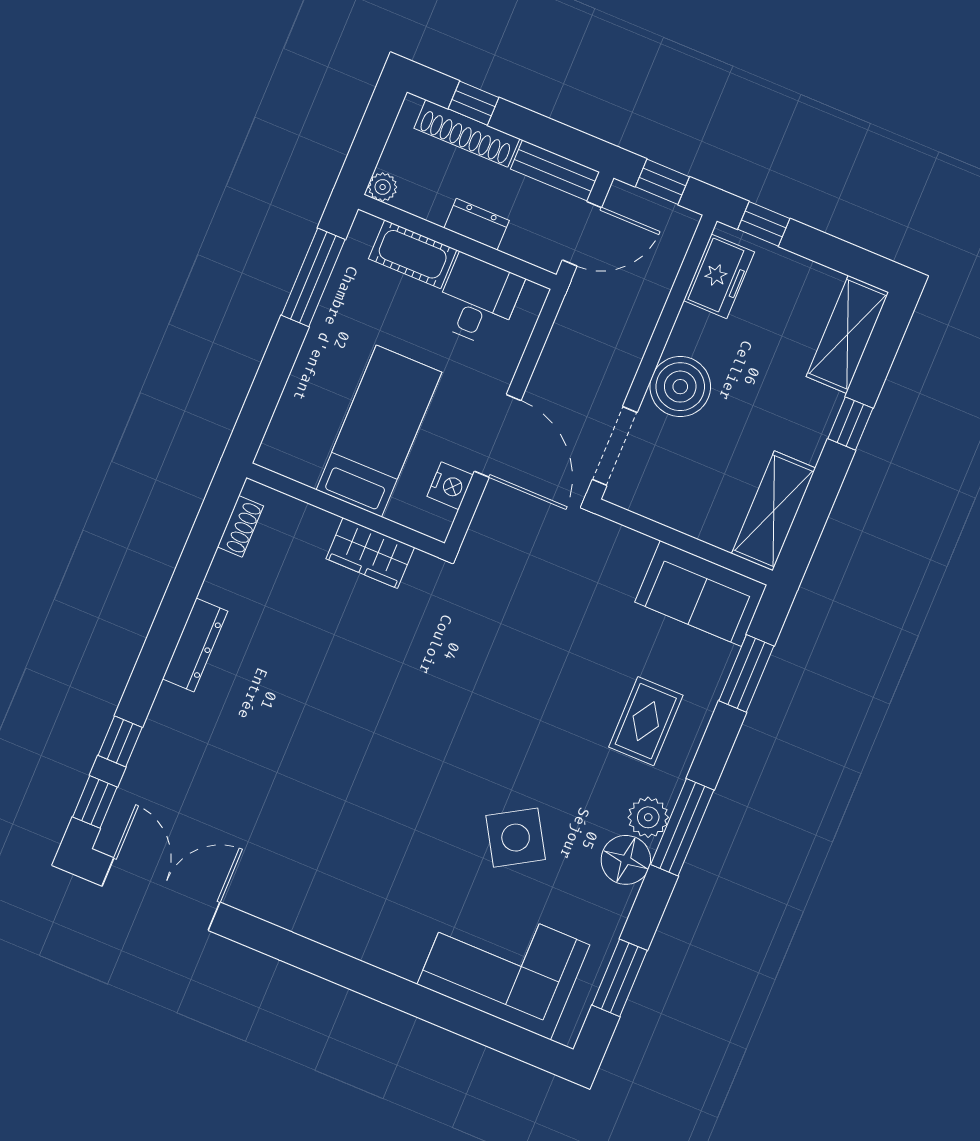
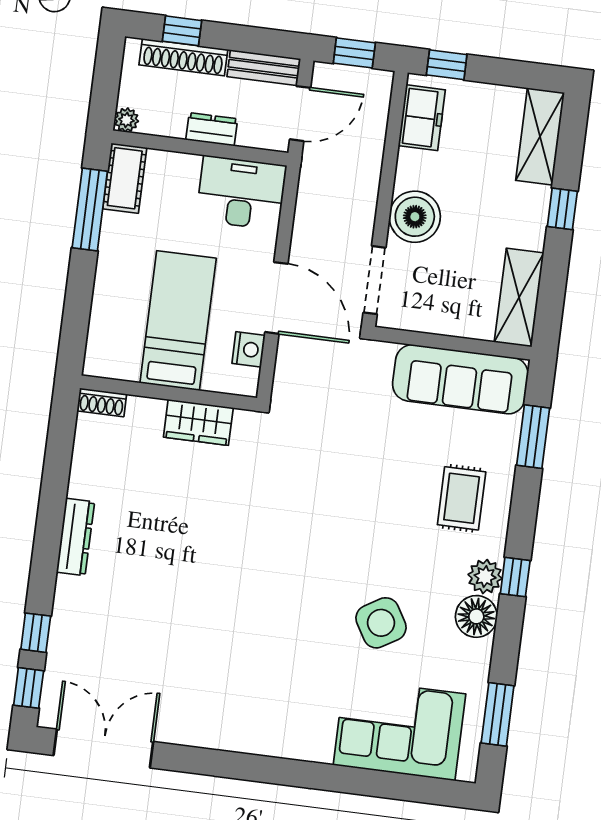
cot: (413, 254) -> (125, 178), moved, turned 90
desk: (478, 300) -> (241, 193), width x1.37
shoe rack: (240, 526) -> (102, 402), moved, turned 90
sofa: (701, 593) -> (460, 379), width x1.36
window: (682, 827) -> (515, 577), width x0.46

